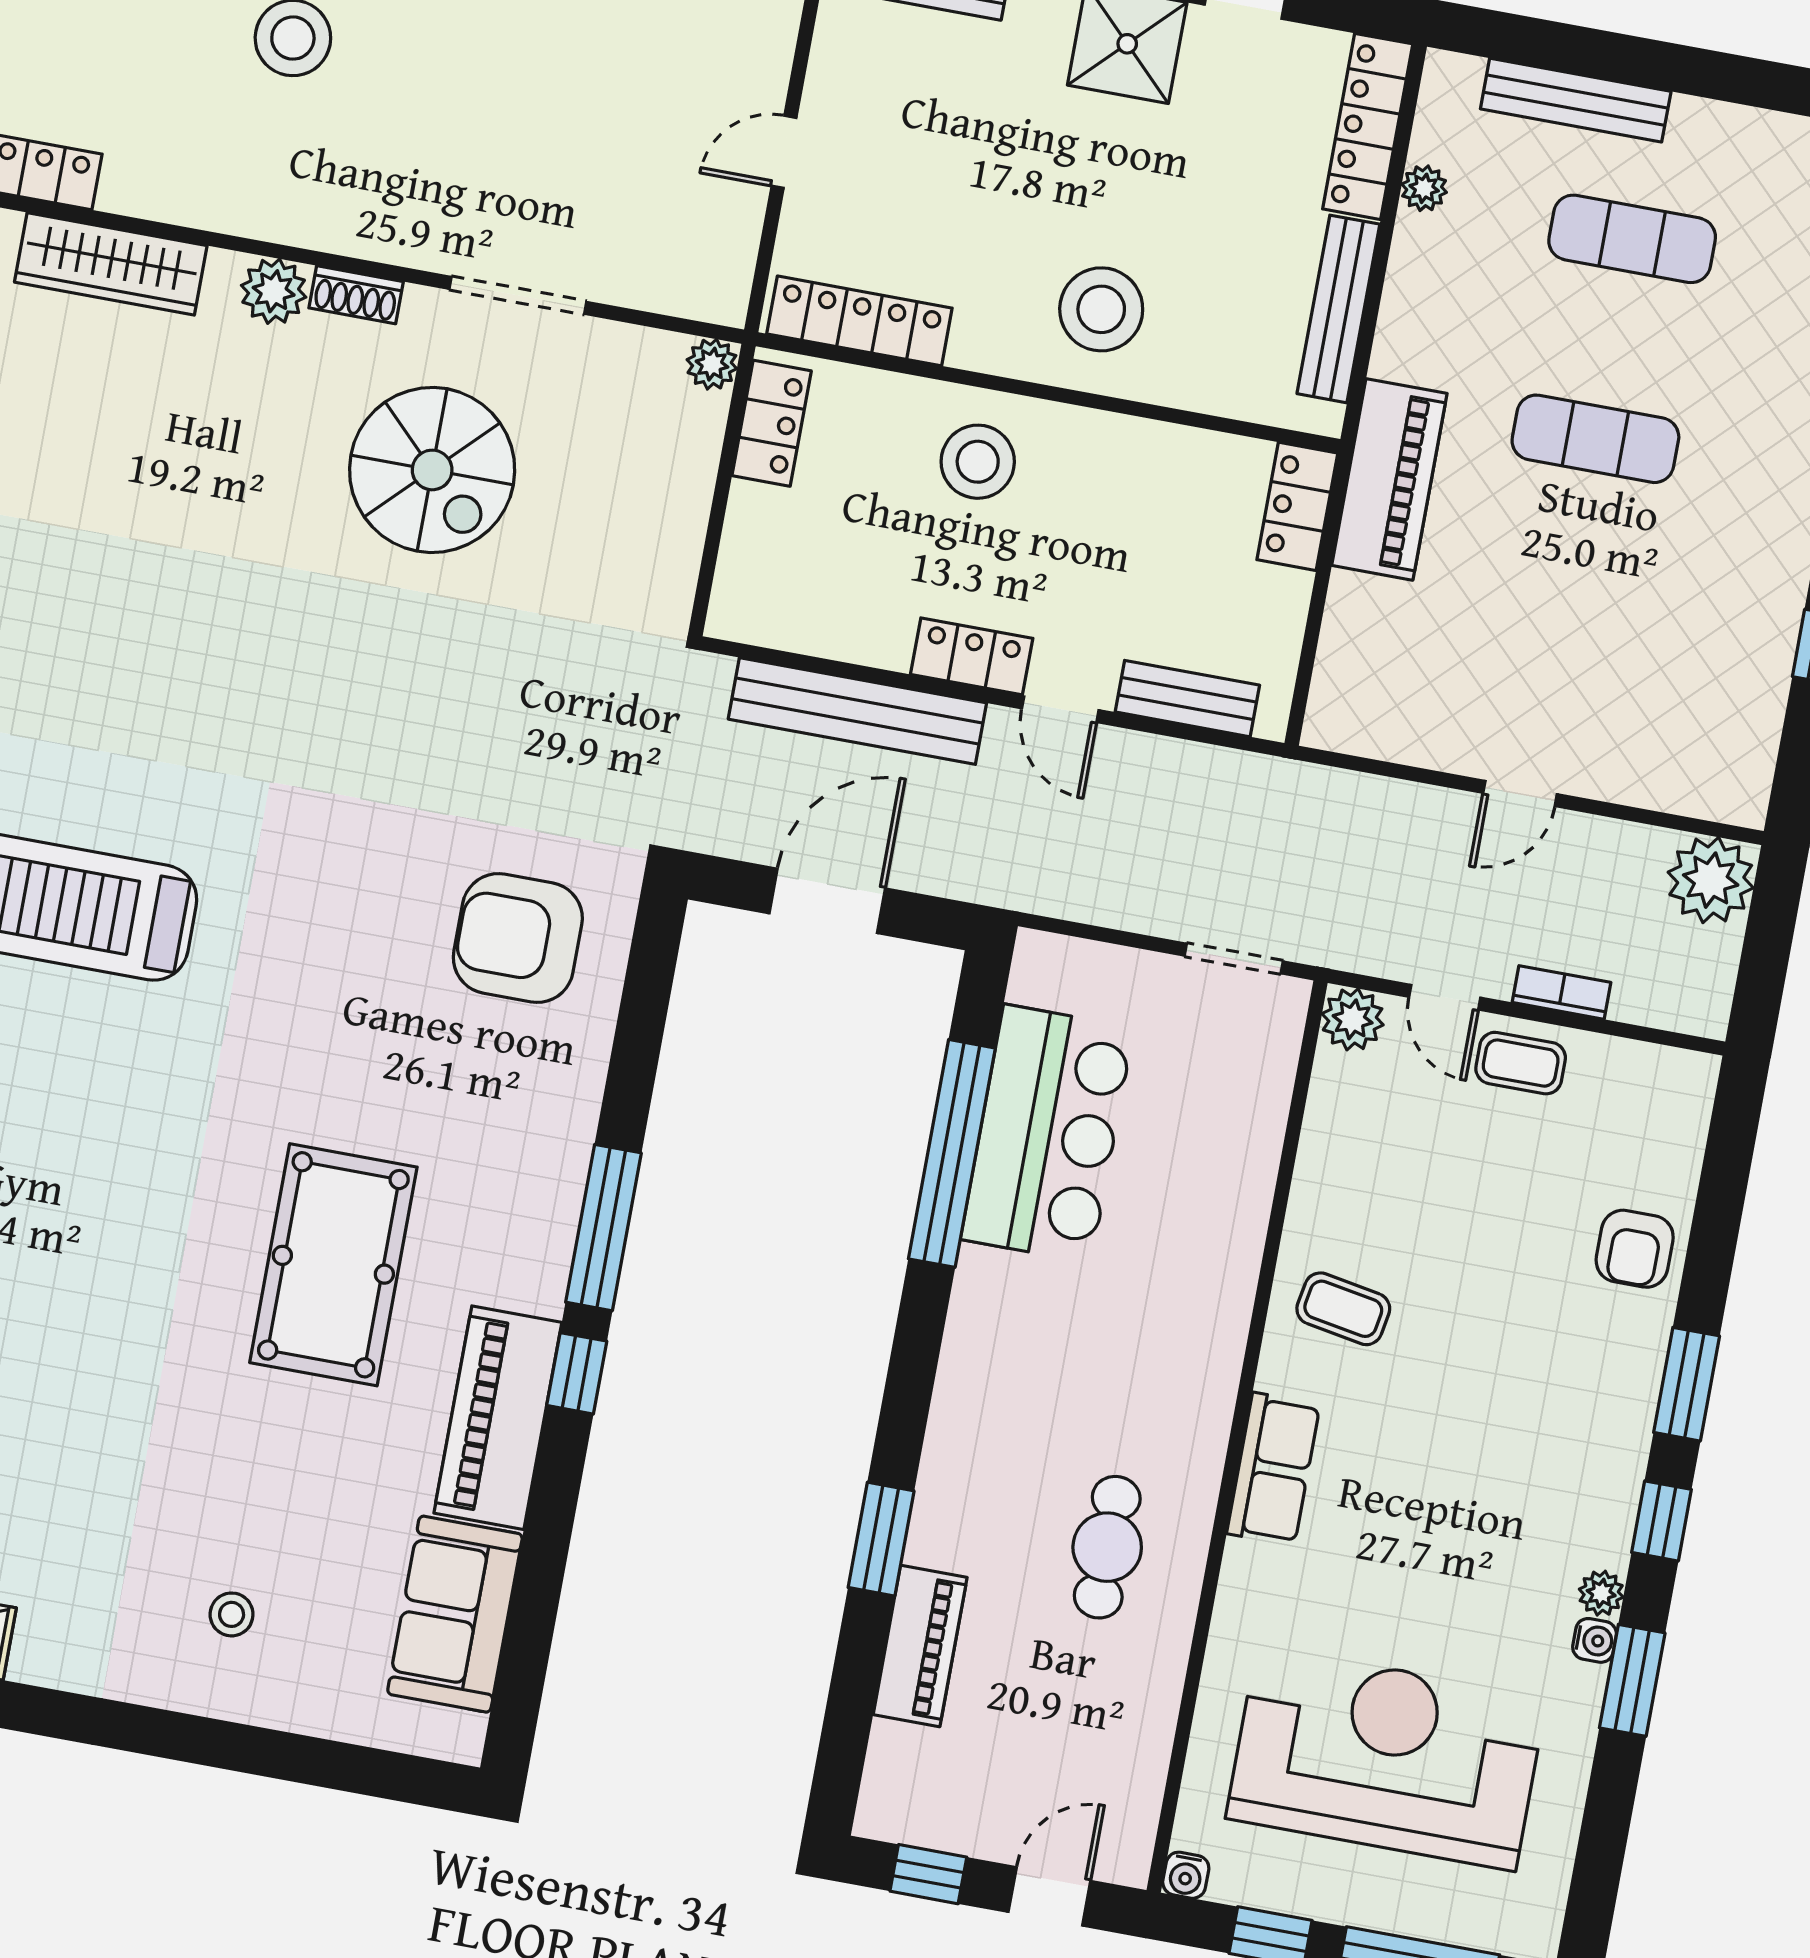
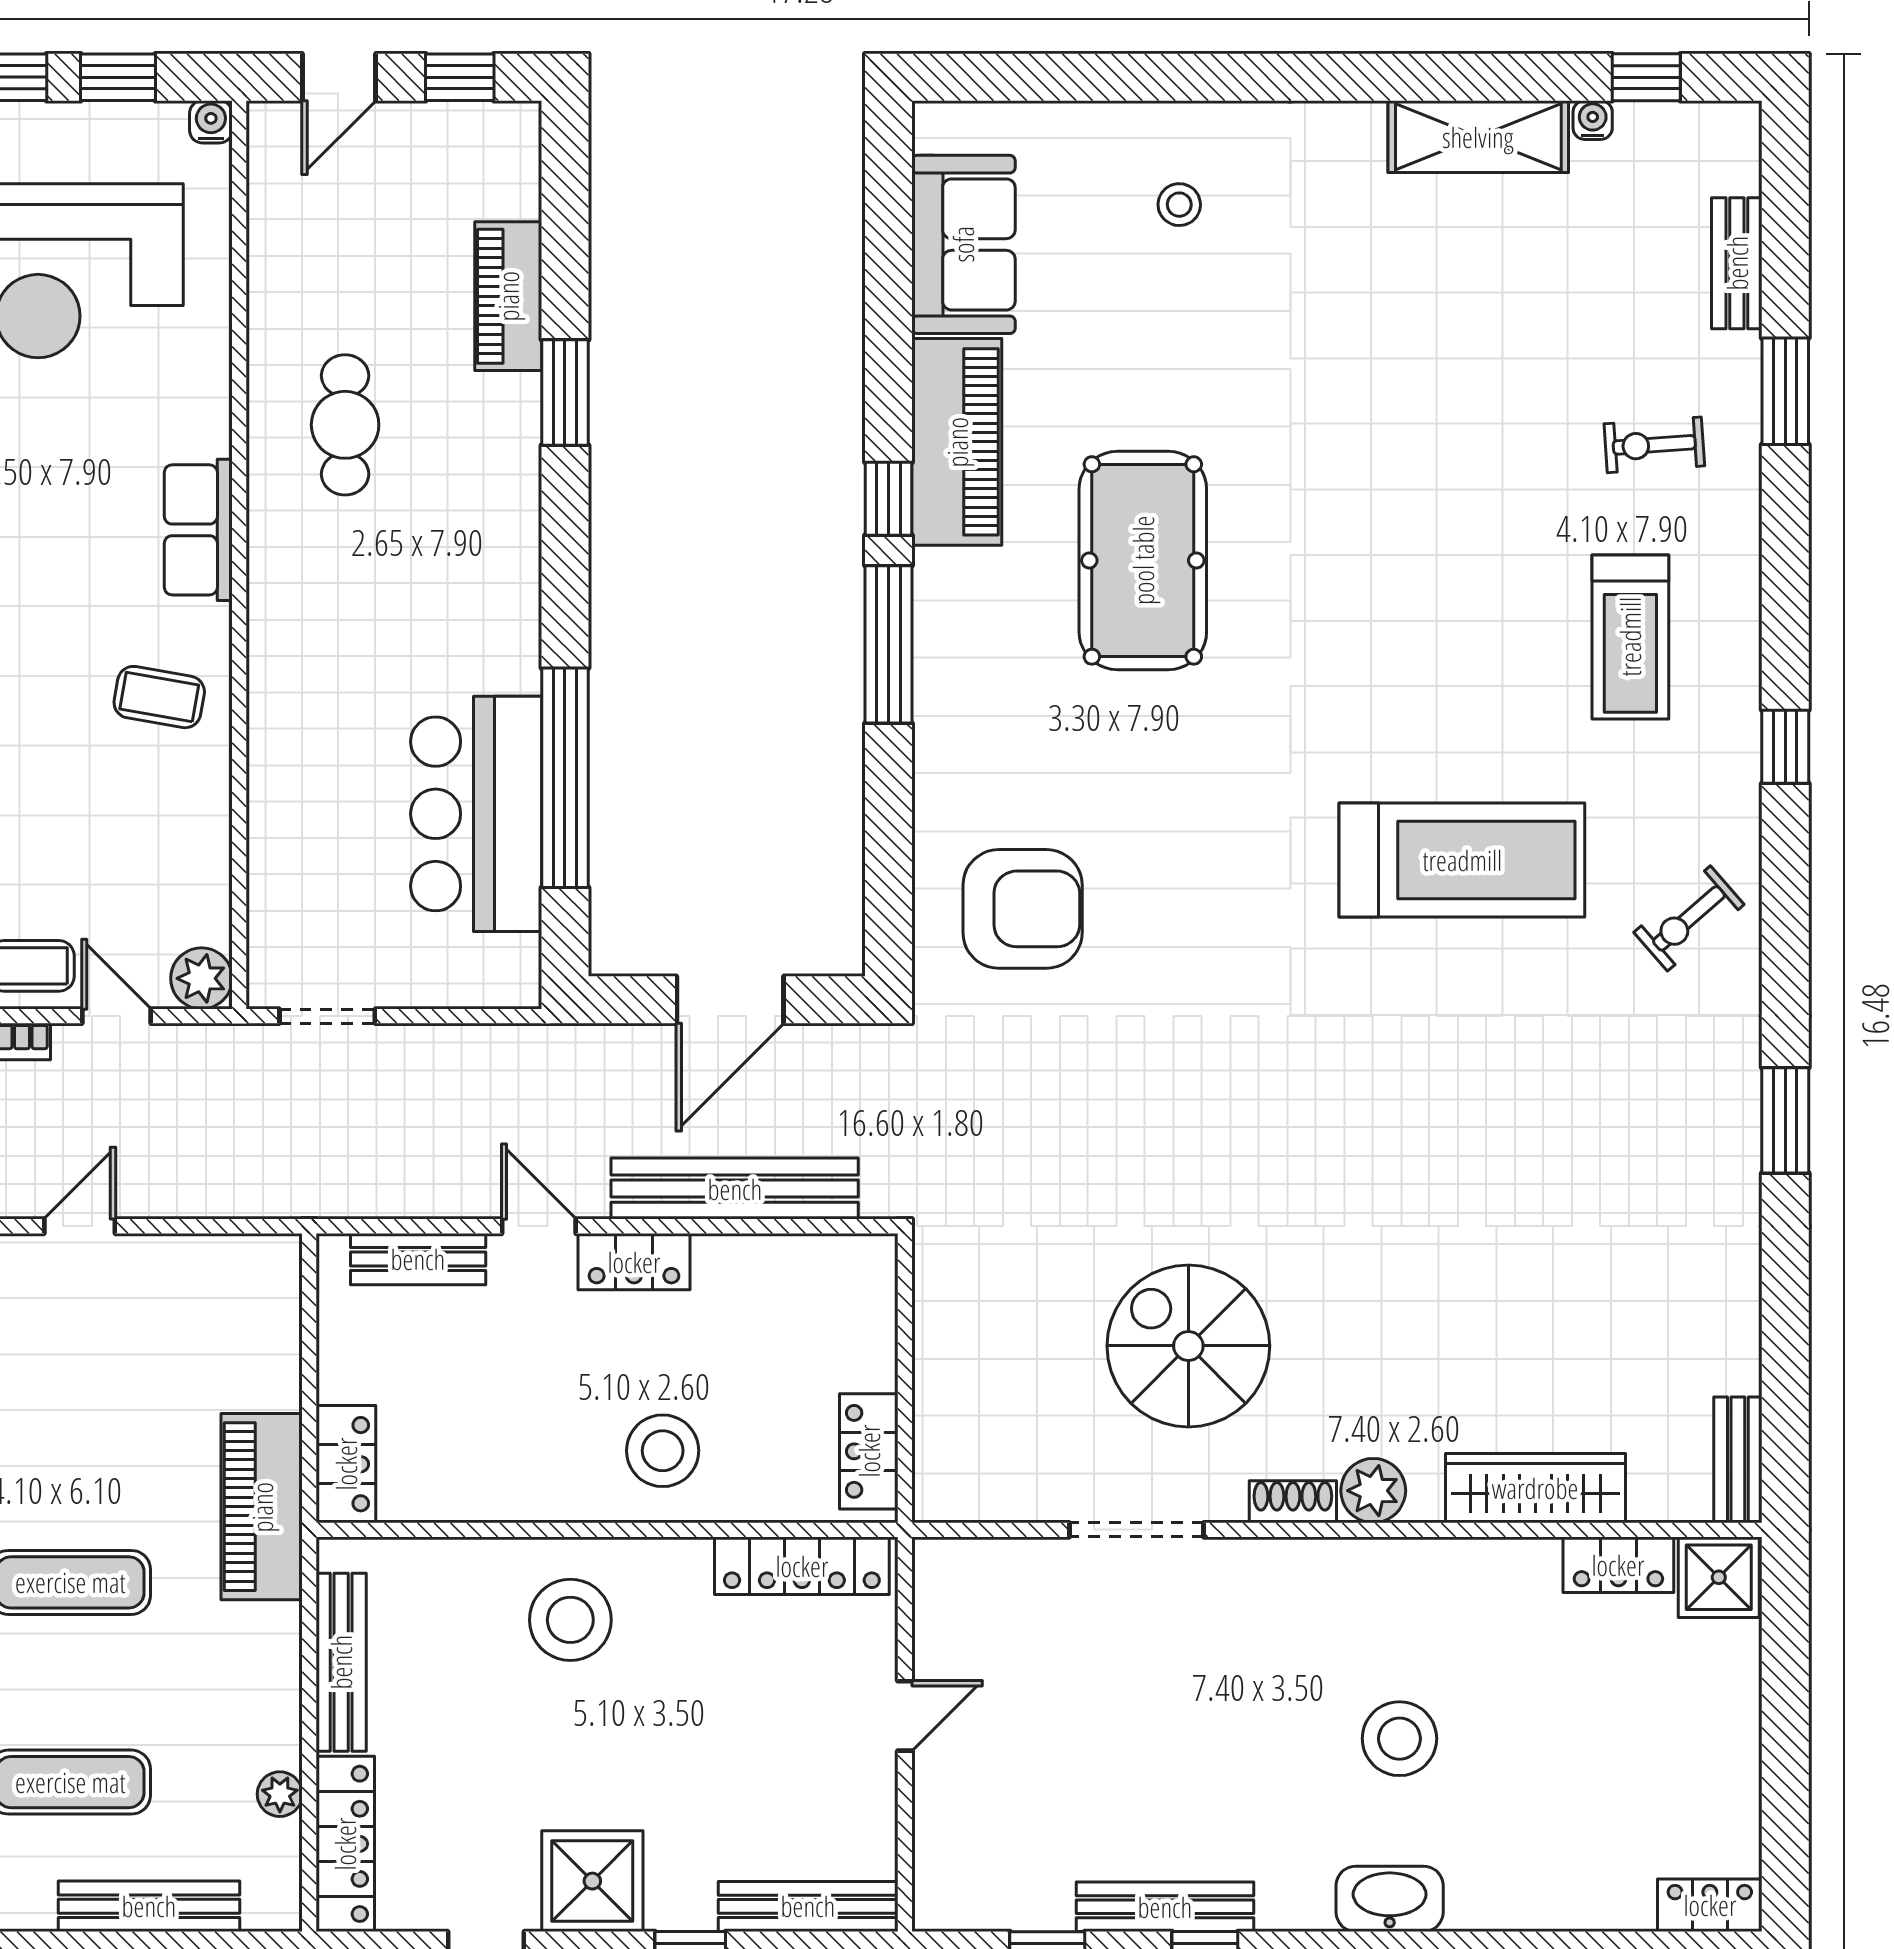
plant: (712, 364) -> (937, 1498), removed

